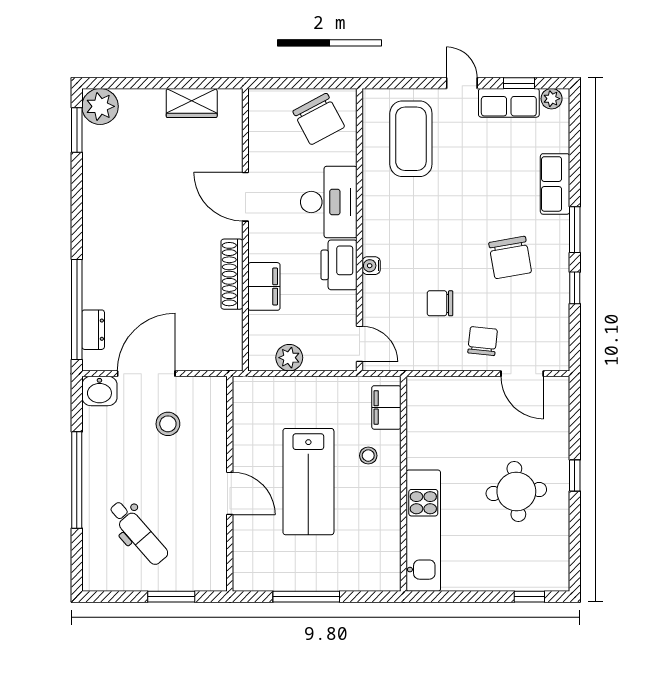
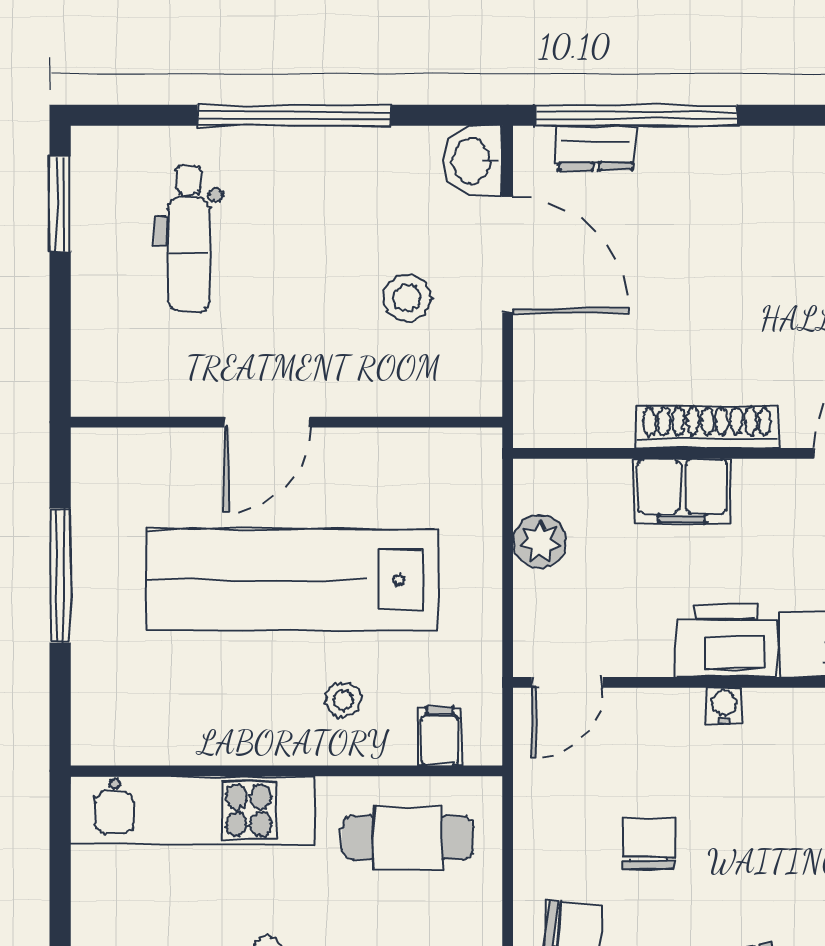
filing cabinet: (386, 407) -> (440, 736), width x0.50
cafe table: (437, 424) -> (407, 838), added
lab bench: (308, 482) -> (291, 580), width x1.36
dental chair: (138, 533) -> (189, 239), turned -49
window: (171, 597) -> (60, 204), moved

